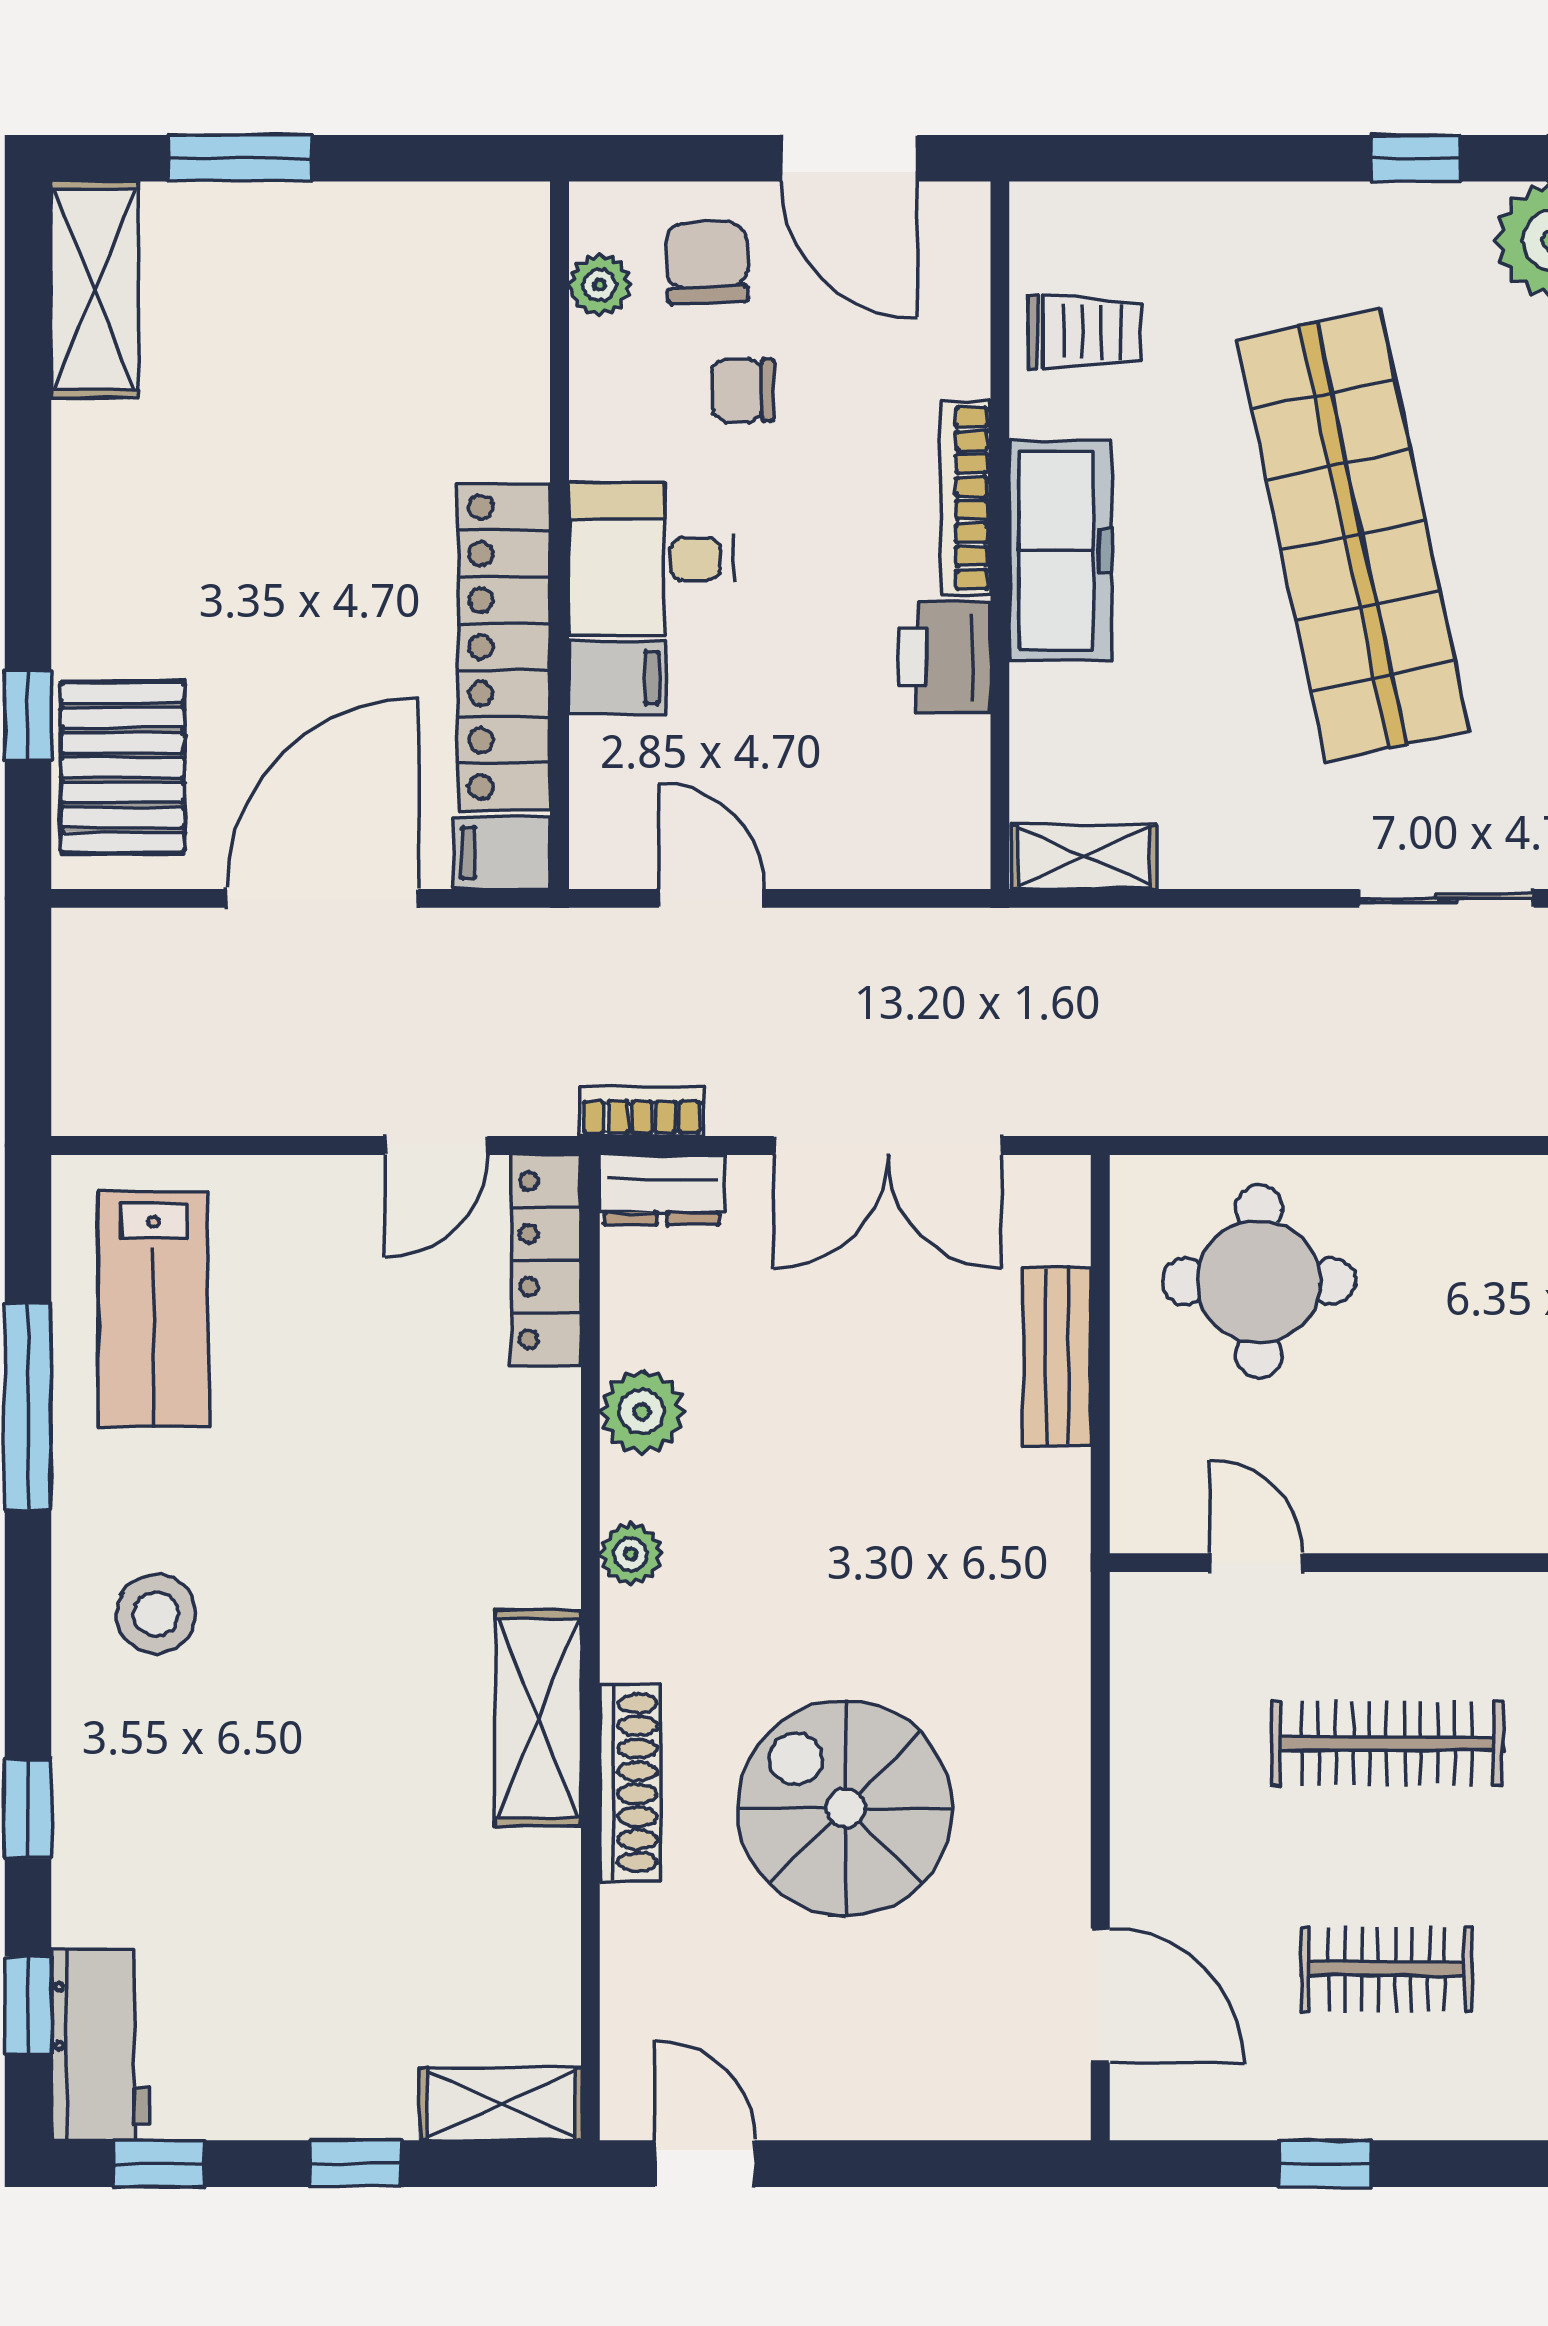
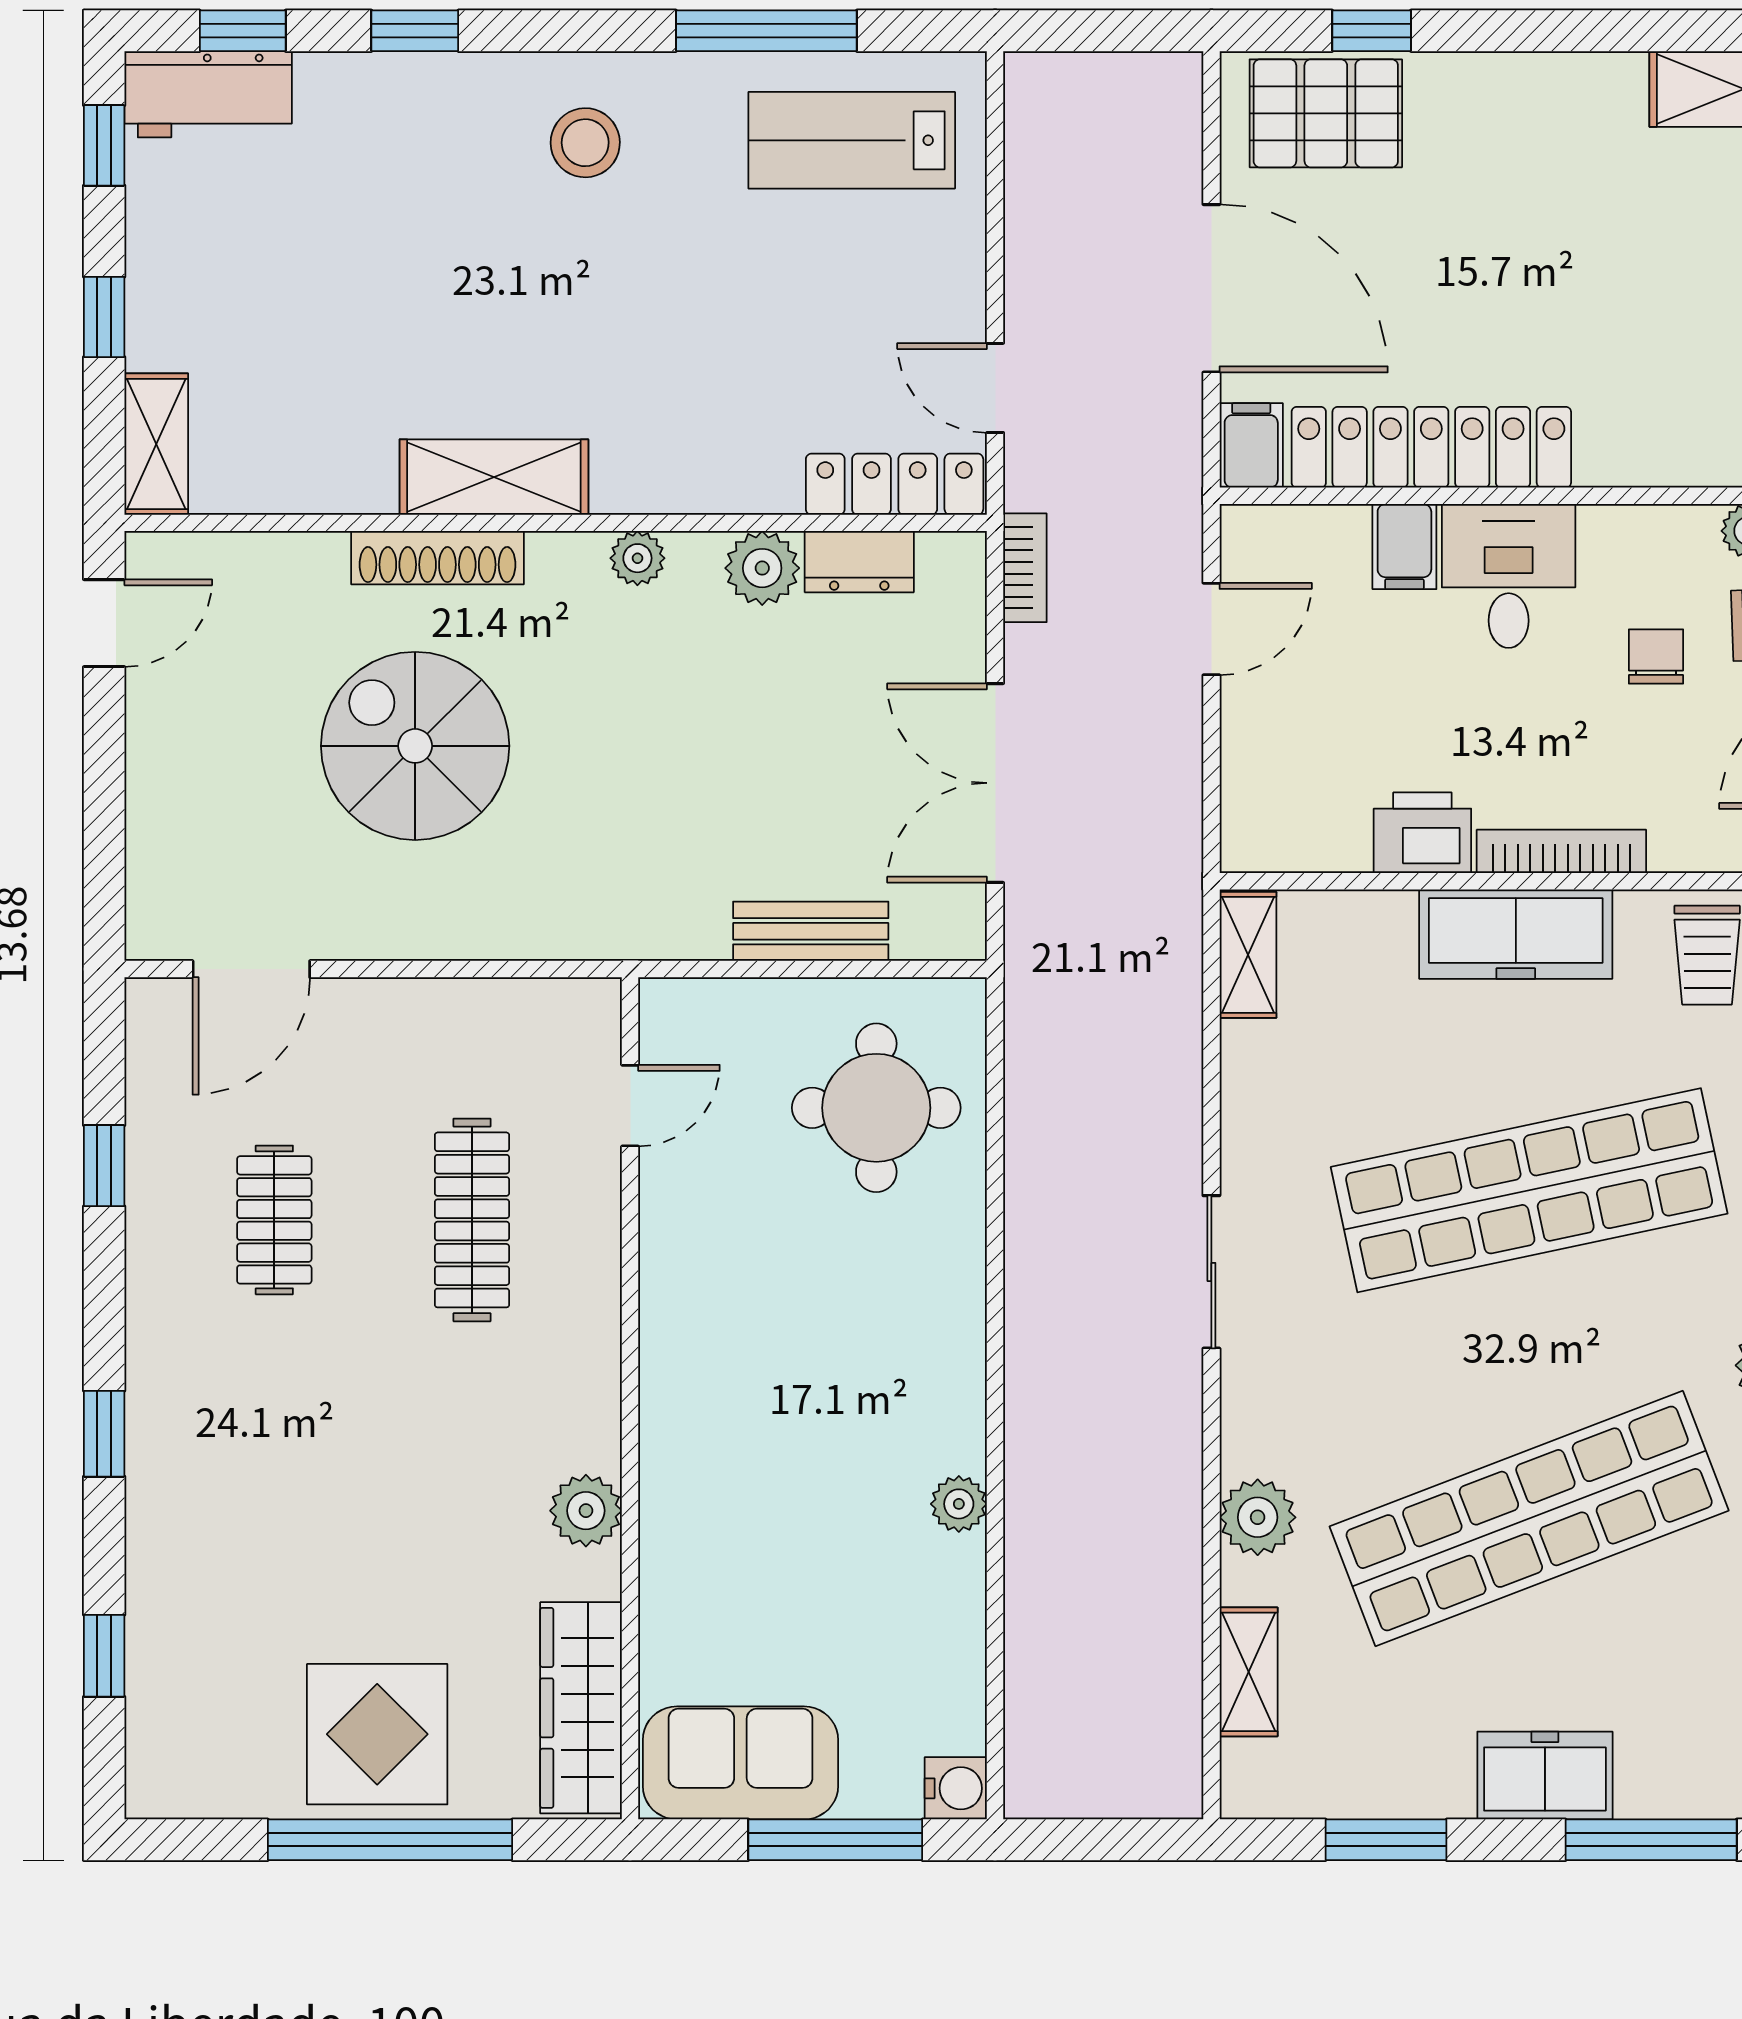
dresser: (662, 1190) -> (859, 562), moved, turned -90
spiral stairs: (845, 1808) -> (415, 746), turned -90

